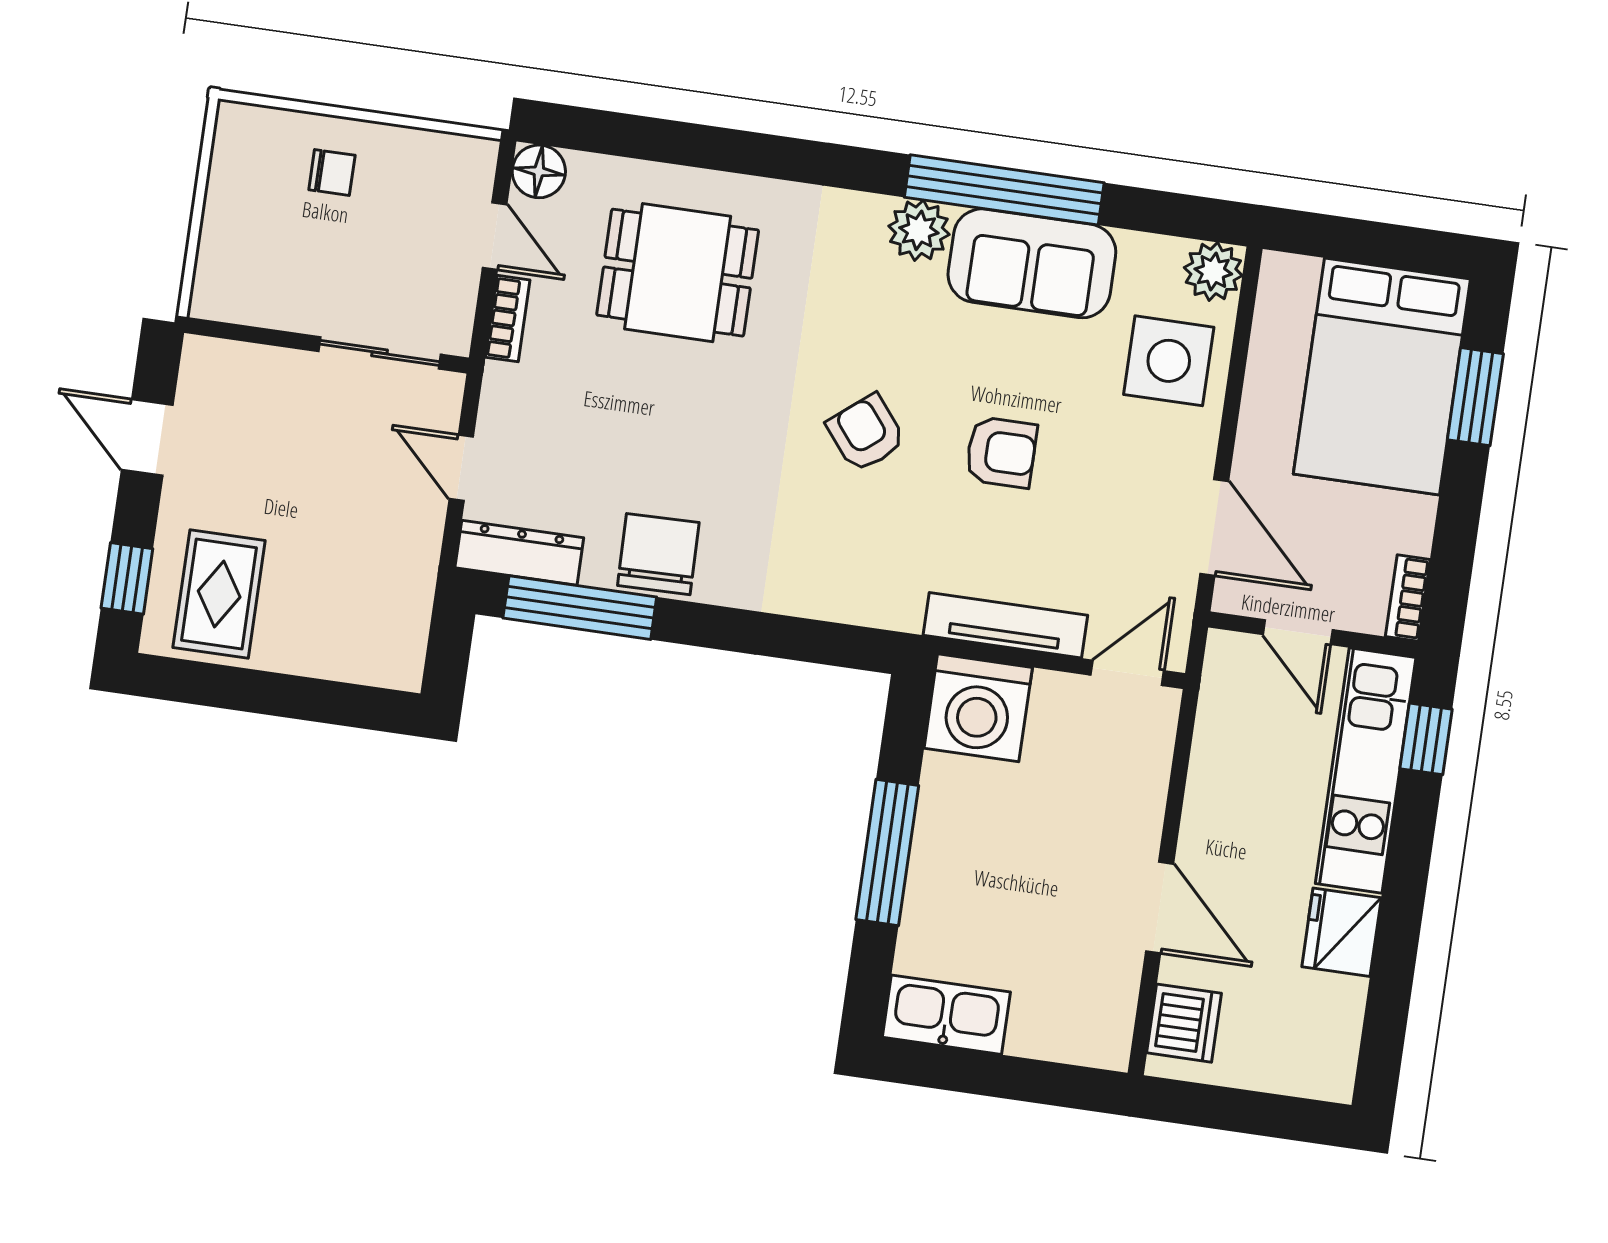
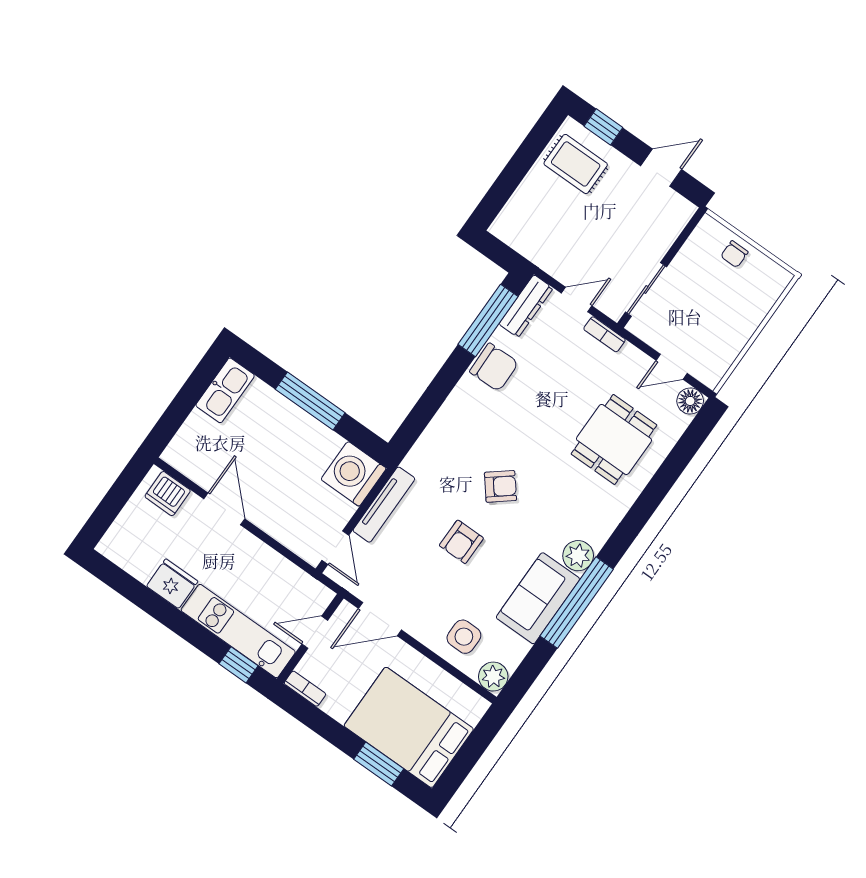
chair: (332, 173) -> (734, 254), moved
bookcase: (508, 319) -> (604, 334), moved
side table: (1169, 361) -> (464, 637), width x0.73, depth x0.73
door: (1160, 907) -> (224, 509), swing flipped

